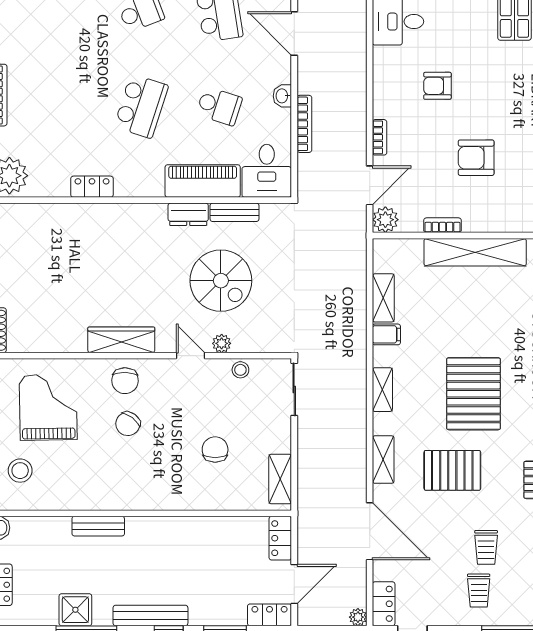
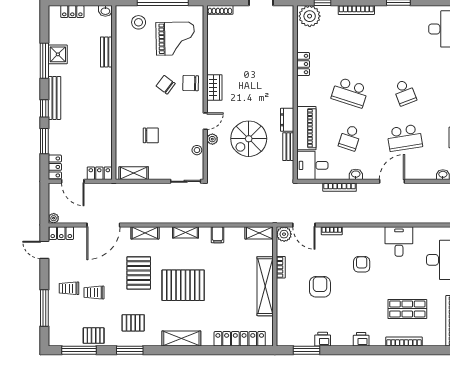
shelving: (383, 298) -> (259, 233), moved
wardrobe: (121, 340) -> (214, 87), width x0.67
bench: (98, 526) -> (106, 52), moved

